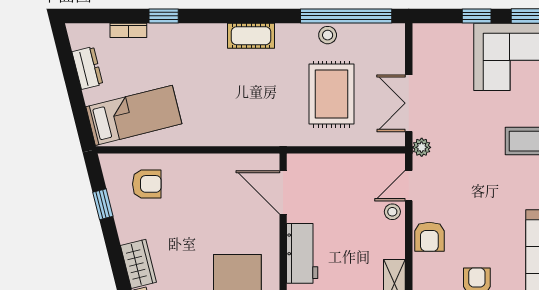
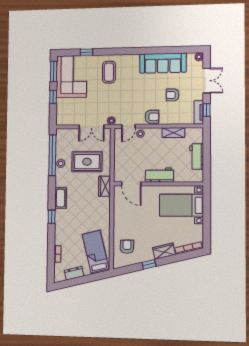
window: (164, 16) -> (52, 217), moved
wardrobe: (277, 134) -> (104, 186), added
door: (409, 186) -> (129, 126), hinge flipped
door: (283, 192) -> (131, 184), hinge flipped
window: (103, 204) -> (149, 264), moved

